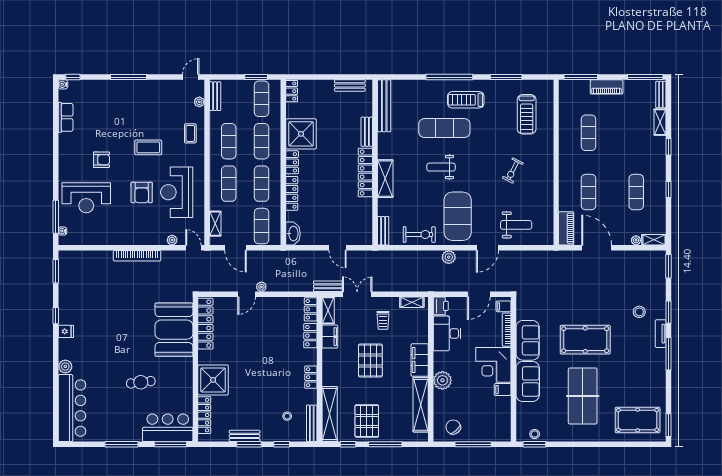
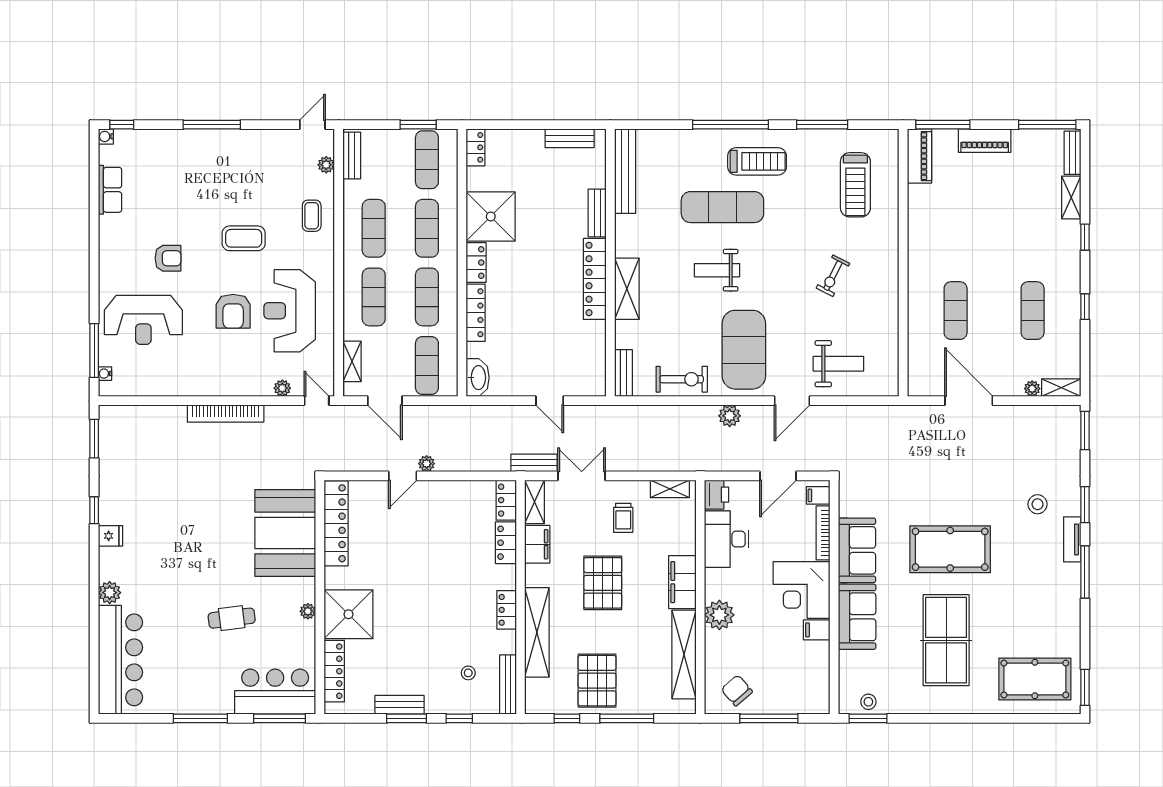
treadmill: (466, 100) -> (757, 161), turned 180
exercise mat: (589, 133) -> (956, 215), removed
piano: (566, 228) -> (919, 156), moved
plant: (188, 378) -> (308, 611), added
shelving: (330, 414) -> (537, 632), moved

